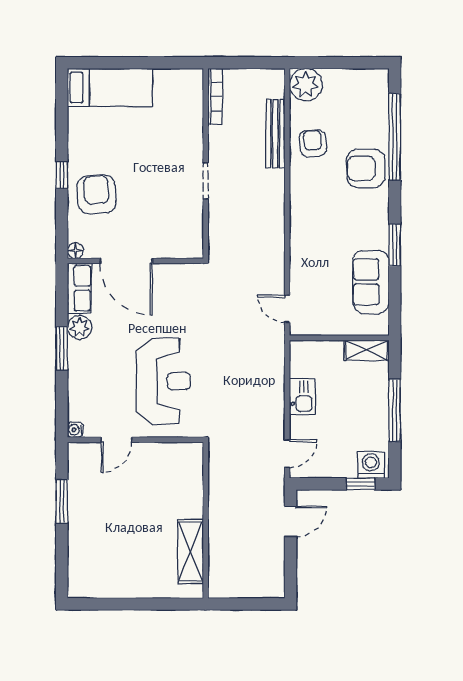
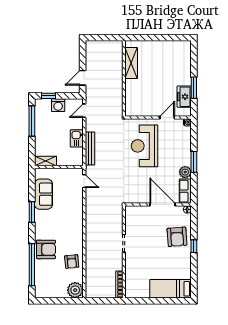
bench: (275, 133) -> (90, 148), moved
window: (395, 410) -> (32, 121), moved
washing machine: (371, 465) -> (58, 105), moved
freezer: (82, 482) -> (184, 97), added

